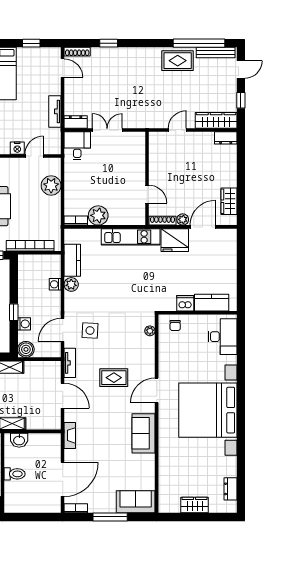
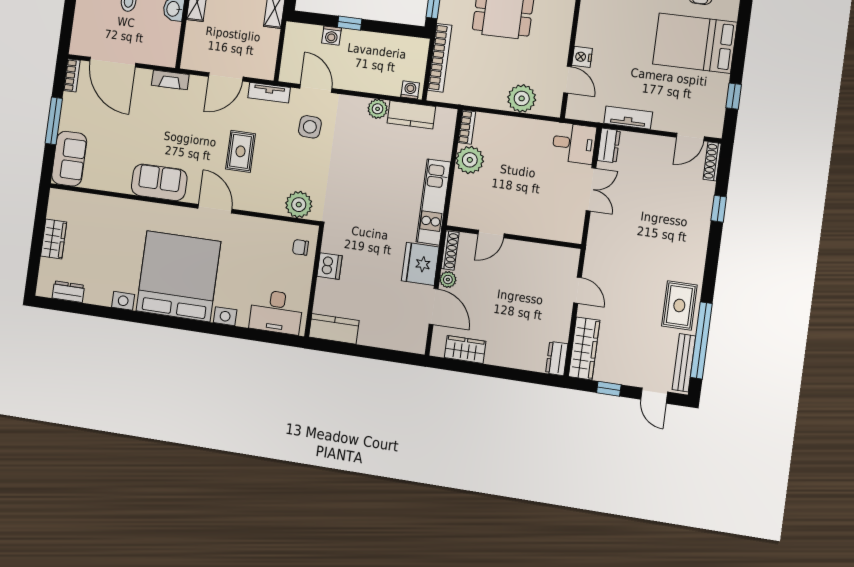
washing machine: (55, 284) -> (410, 90), moved
kitchen counter: (212, 303) -> (334, 329), moved, turned -90
plant: (150, 331) -> (299, 205), width x1.87, depth x1.87
boiler: (26, 349) -> (296, 34), removed

